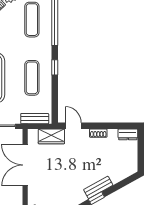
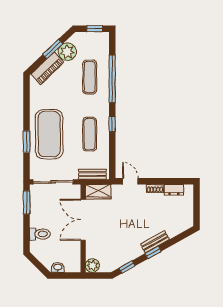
dresser: (128, 134) -> (174, 190), moved
wardrobe: (51, 136) -> (98, 192), moved

